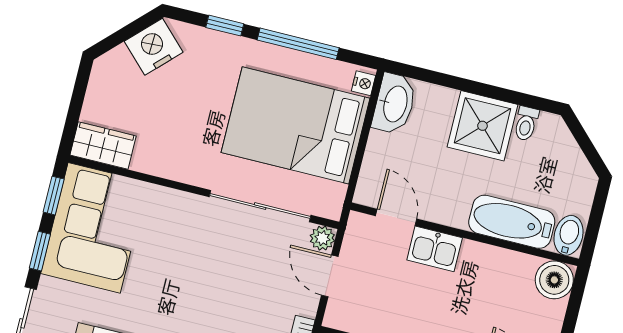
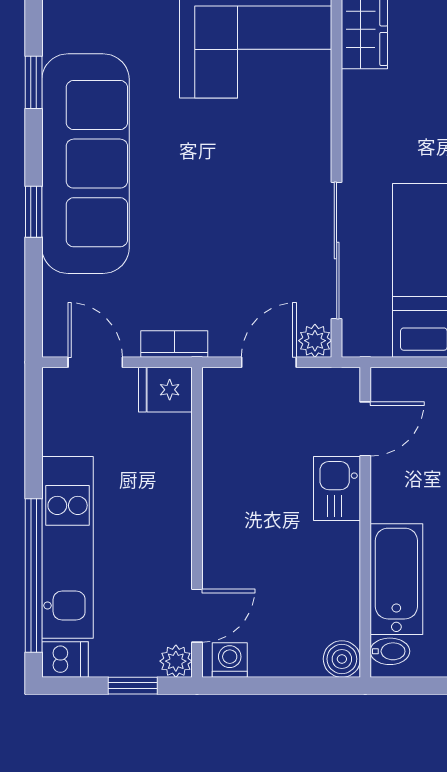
bidet: (569, 235) -> (390, 651), width x0.72, depth x0.74
boiler: (554, 280) -> (342, 659), width x0.73, depth x0.73

